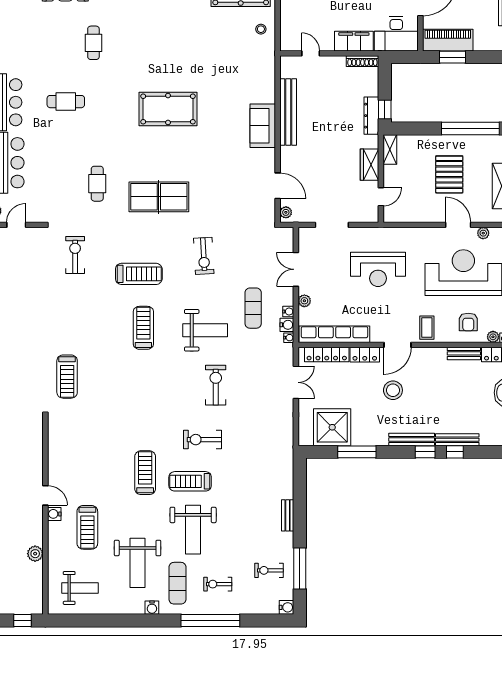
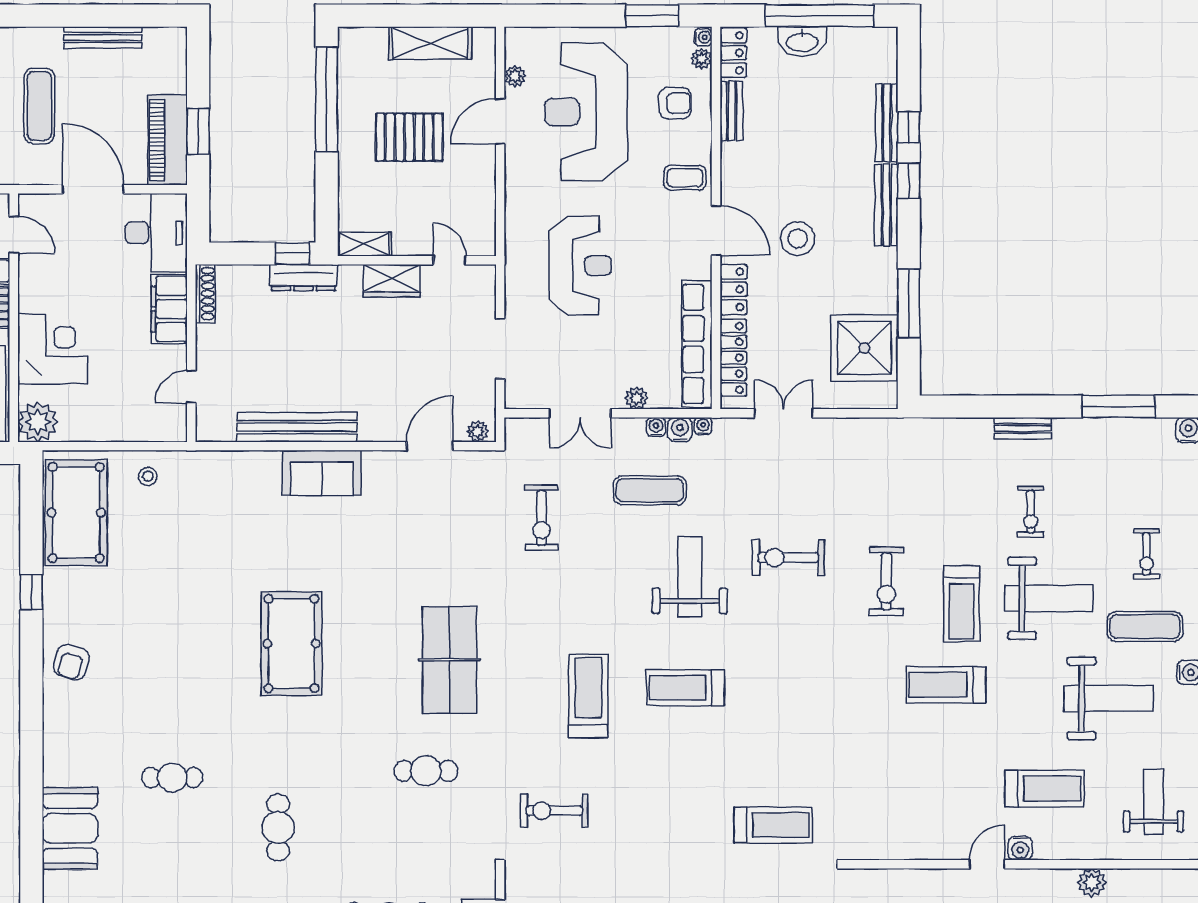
exercise bike: (204, 256) -> (541, 518), moved, turned 93
exercise bike: (269, 570) -> (1031, 512), moved

